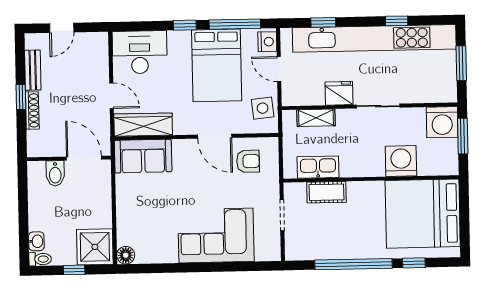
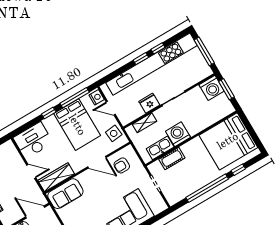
window: (323, 22) -> (141, 59), moved
window: (461, 63) -> (204, 51), width x1.44
armchair: (248, 161) -> (122, 165), turned 180
washing machine: (401, 161) -> (178, 134), moved

